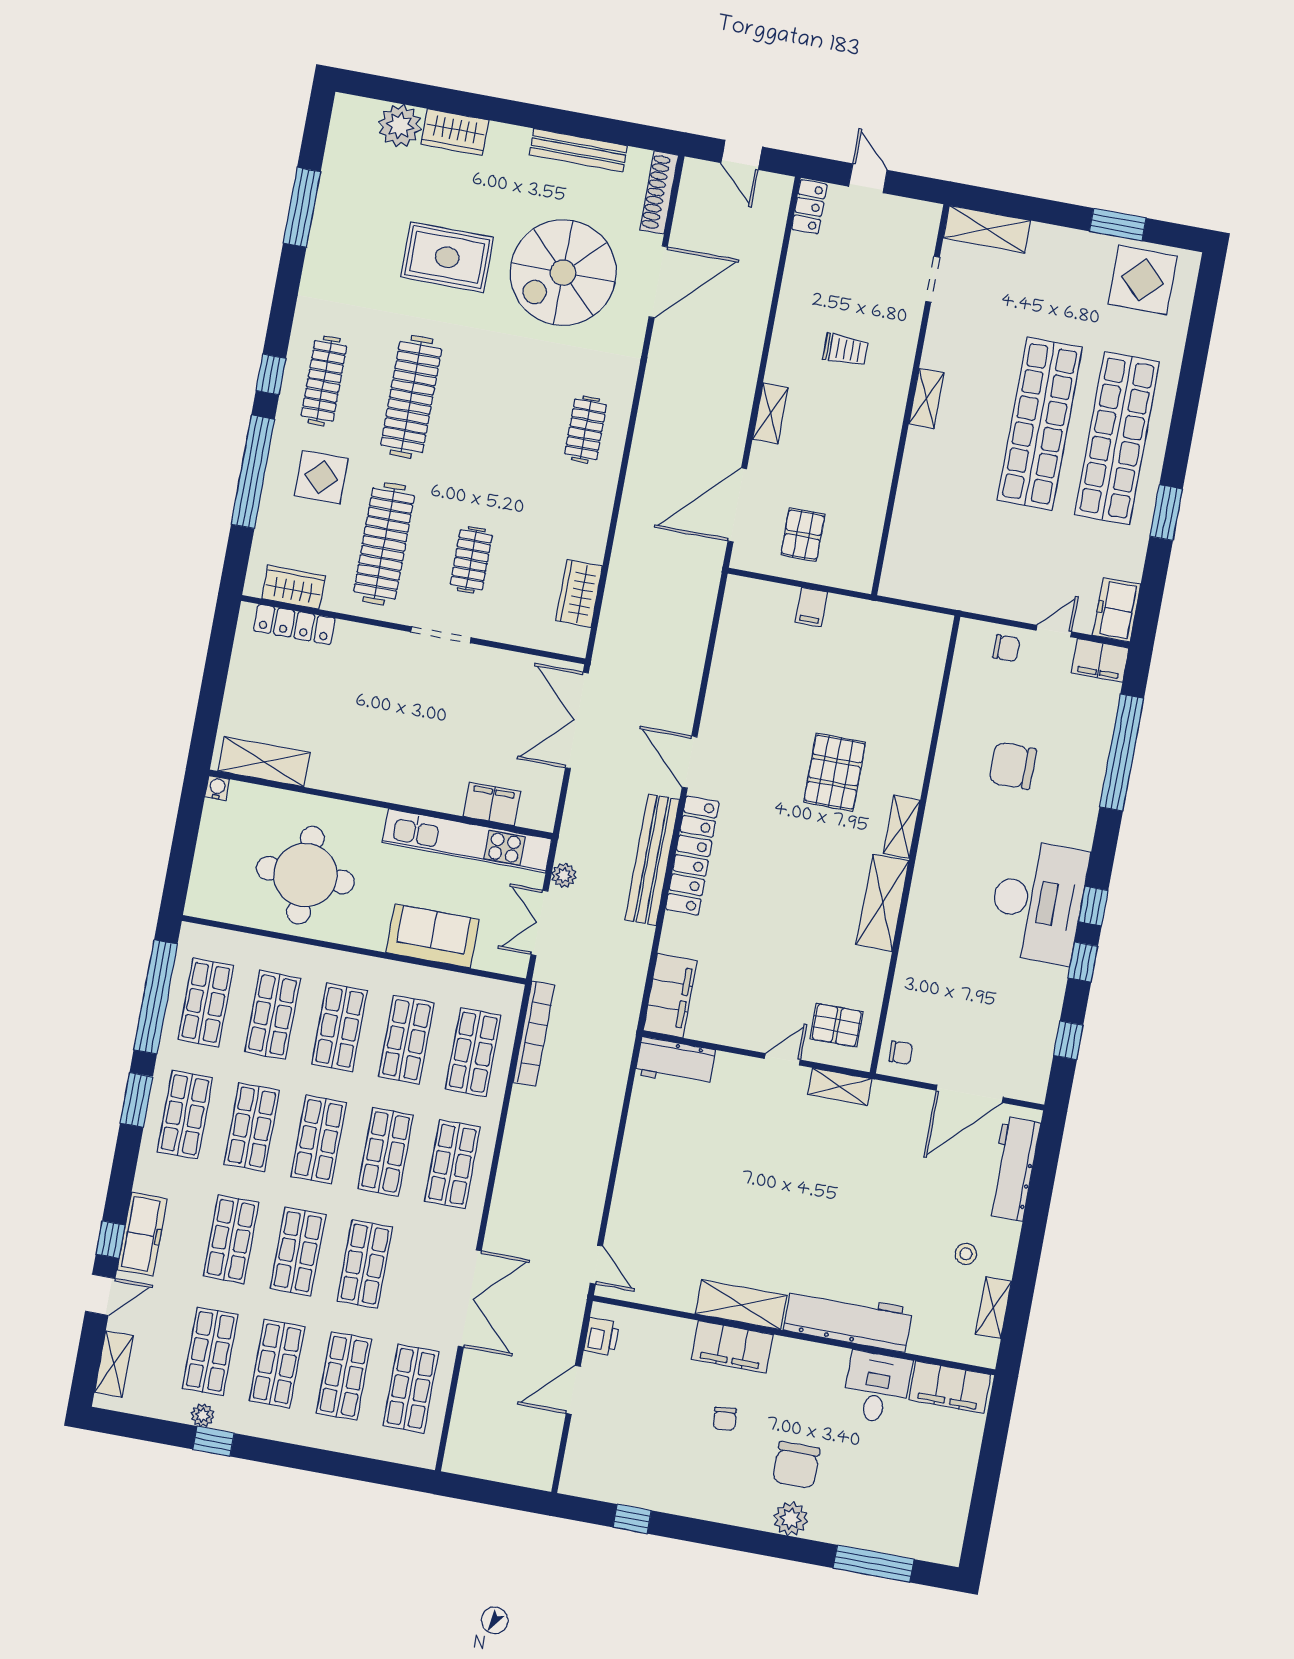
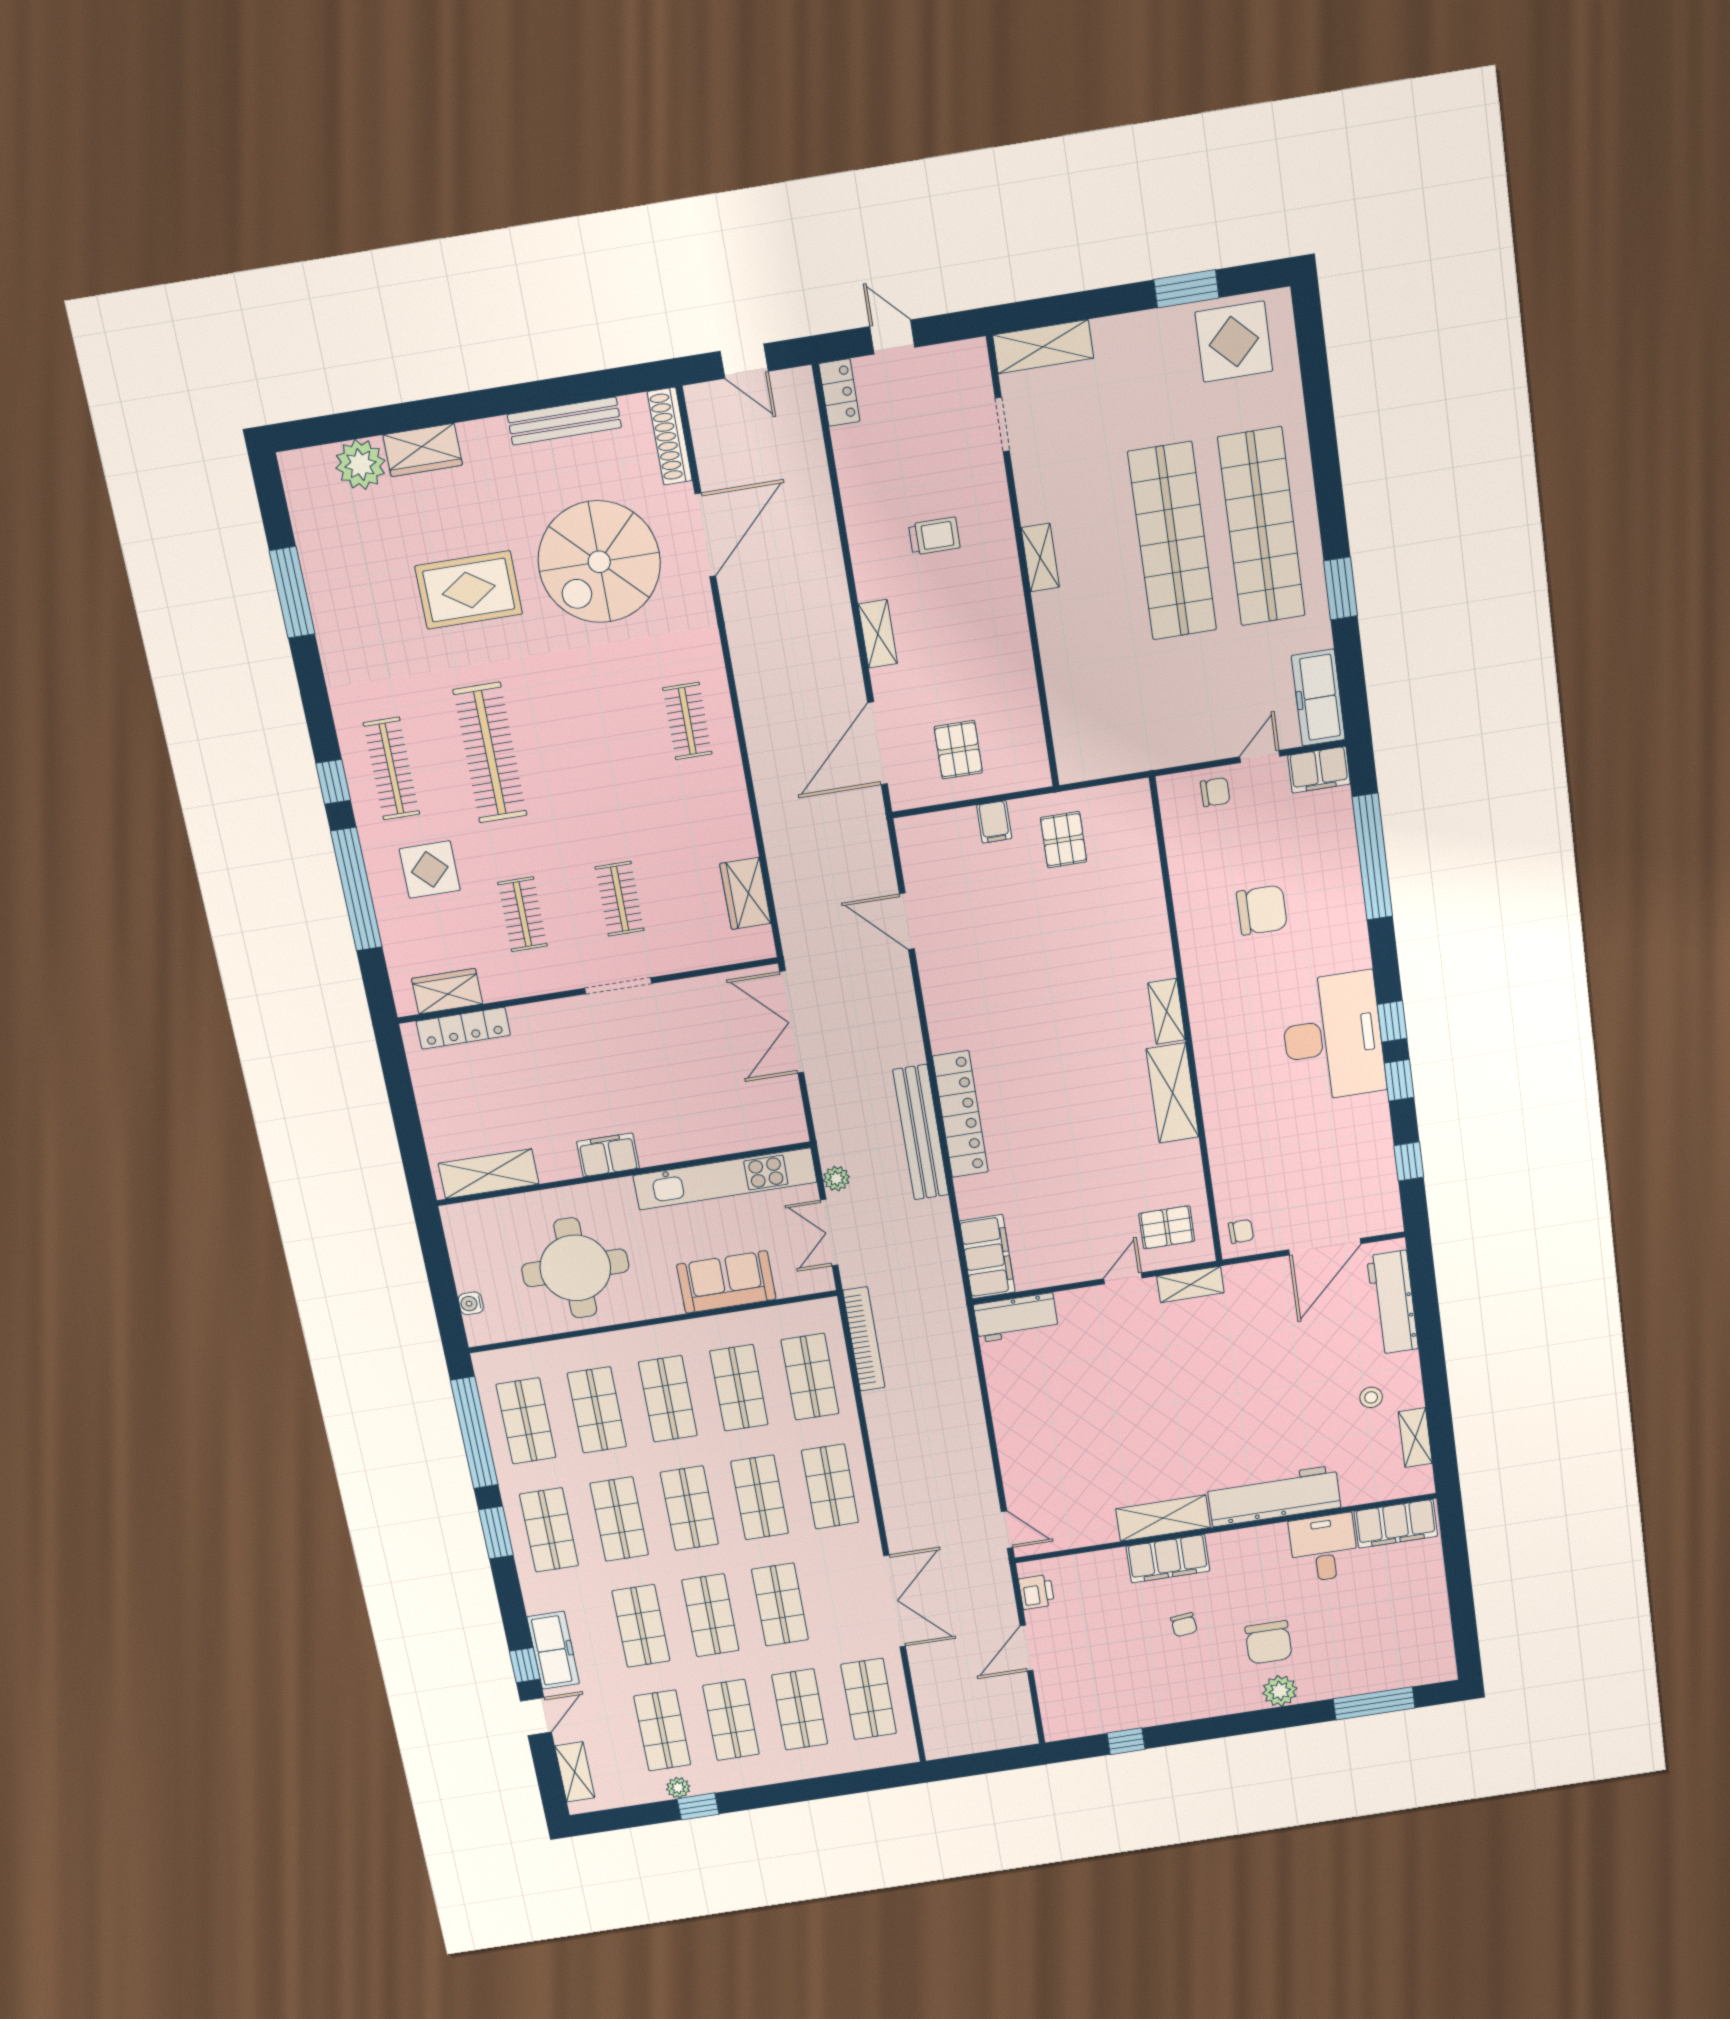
clothes rail: (384, 544) -> (522, 914), width x0.54, depth x0.76
freezer: (1117, 610) -> (1318, 698), width x1.40
door: (690, 762) -> (907, 921), moved
chair: (1013, 766) -> (1262, 910), turned 180
pallet: (835, 772) -> (1064, 840), moved, width x0.67, depth x0.71
water cooler: (217, 788) -> (471, 1303), moved, turned -90
filing cabinet: (492, 804) -> (608, 1155), moved

